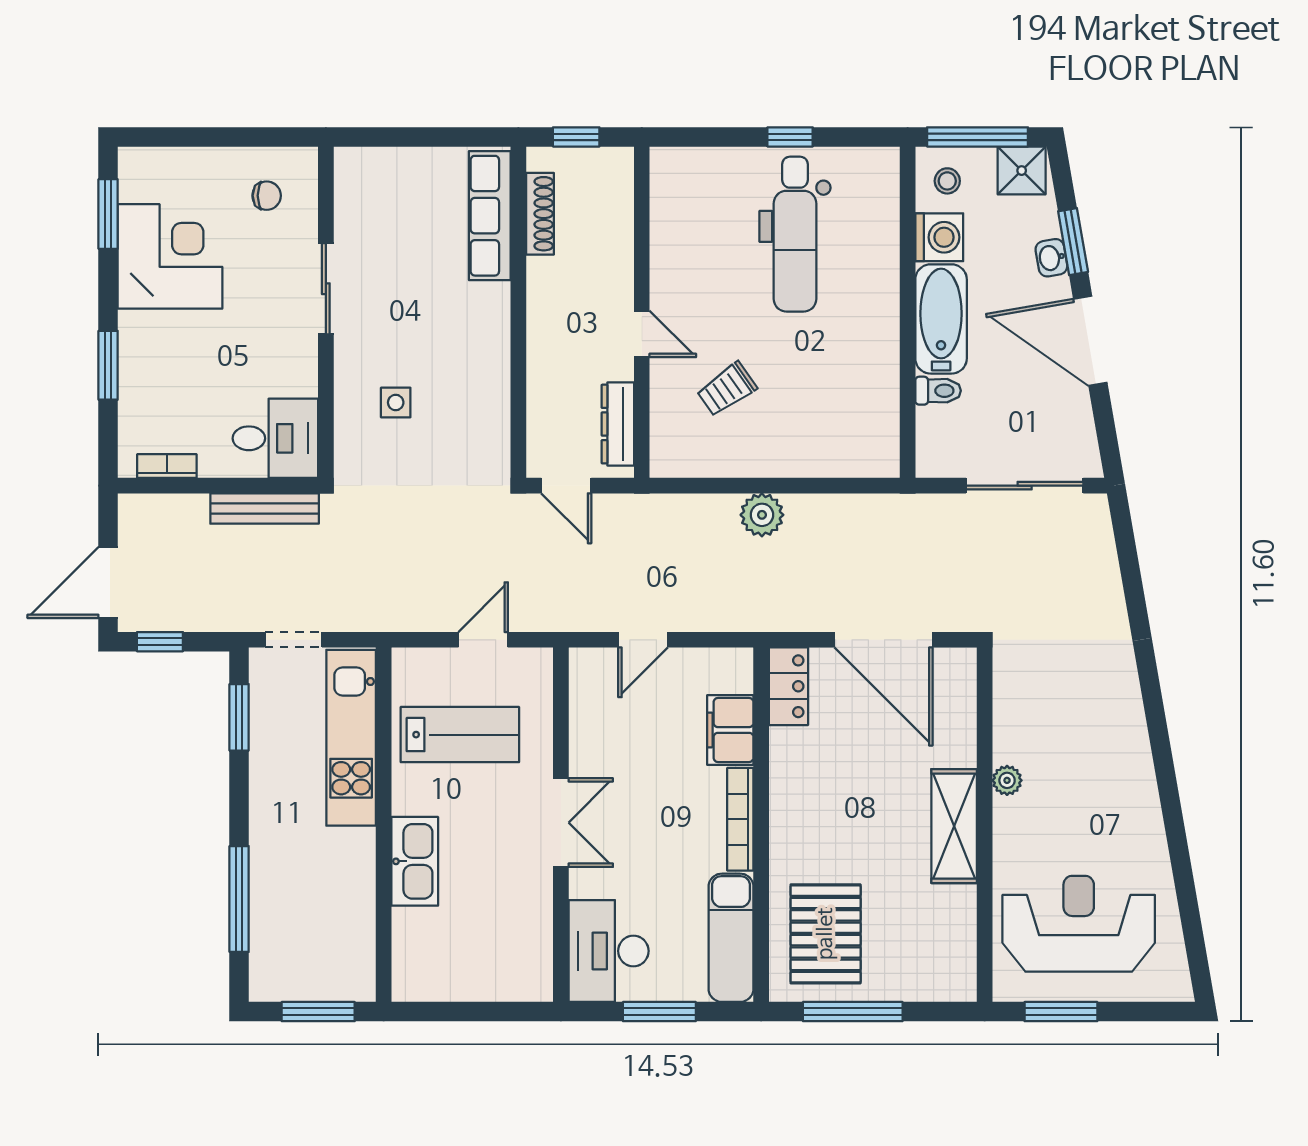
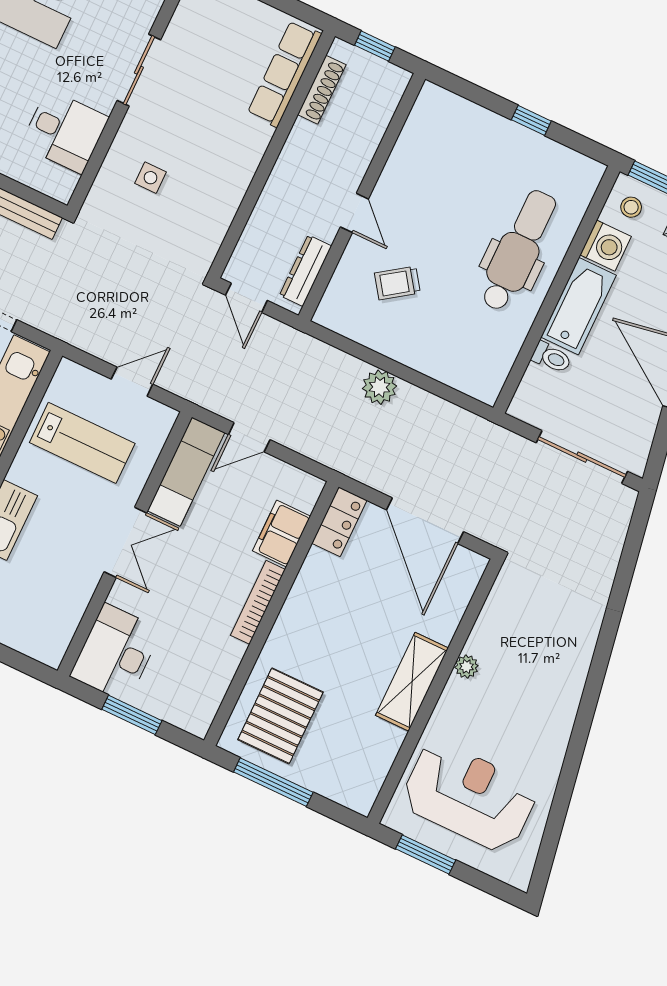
dental chair: (795, 234) -> (518, 251), moved, turned 180
desk: (275, 438) -> (65, 131), moved
exam couch: (731, 938) -> (186, 472), moved, turned 180

